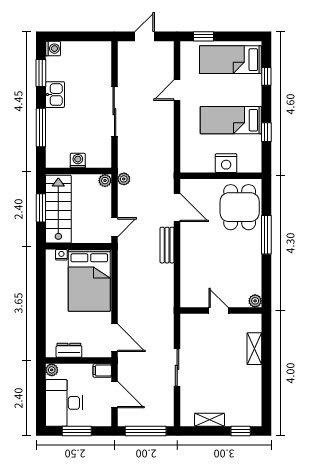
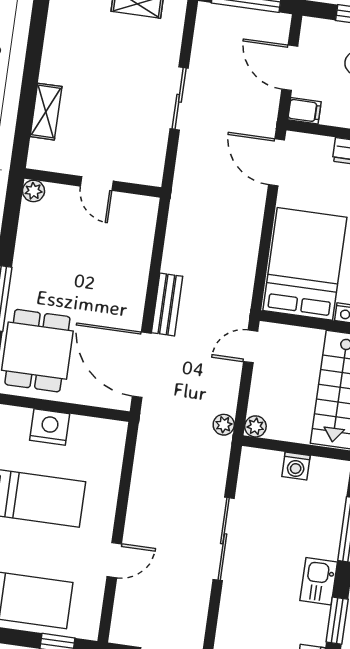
door: (177, 207) -> (142, 365), width x1.36

